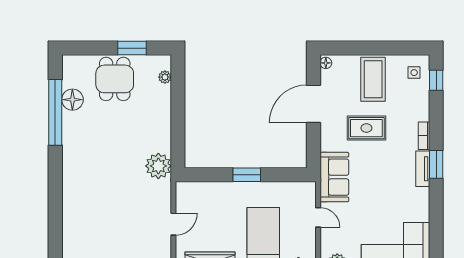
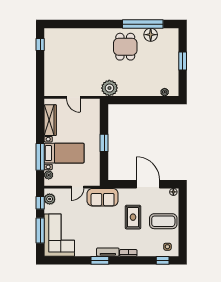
window: (132, 48) -> (183, 61), moved
dining table: (115, 79) -> (125, 47), moved, turned 90
window: (436, 164) -> (100, 260), moved

